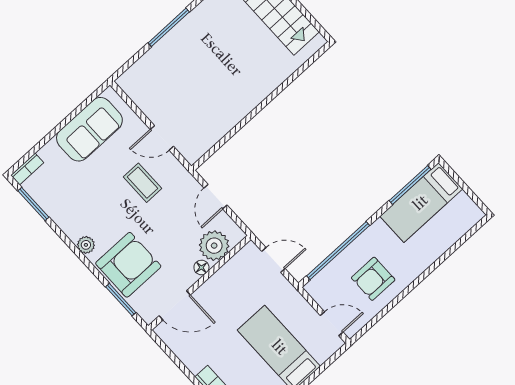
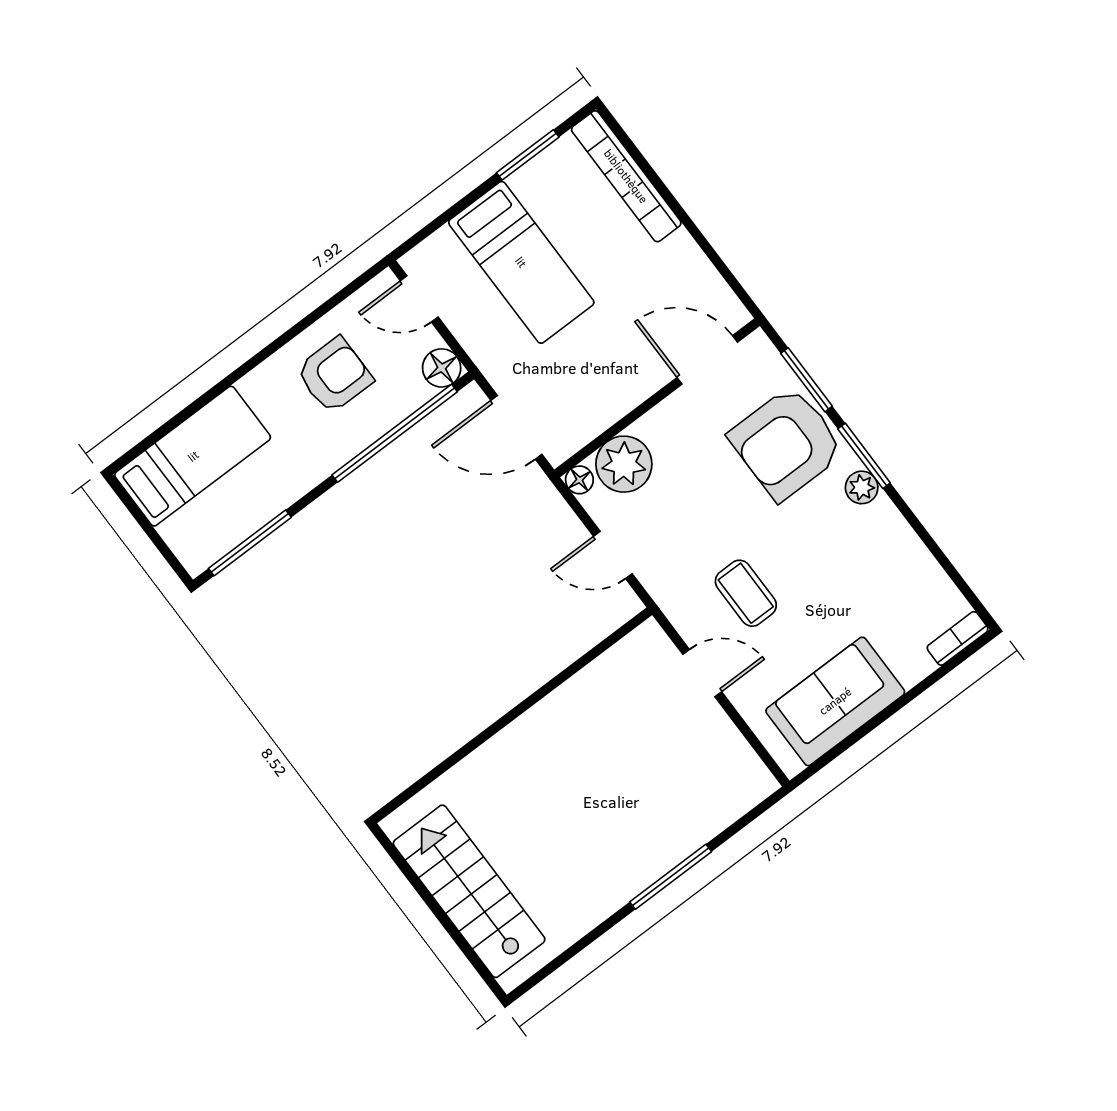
door: (215, 197) -> (613, 555), swing flipped
bed: (421, 203) -> (193, 456), moved
window: (33, 204) -> (864, 456), moved
door: (273, 260) -> (516, 427), width x1.38
floor lamp: (201, 268) -> (579, 480), moved
floor lamp: (316, 288) -> (442, 368), added

